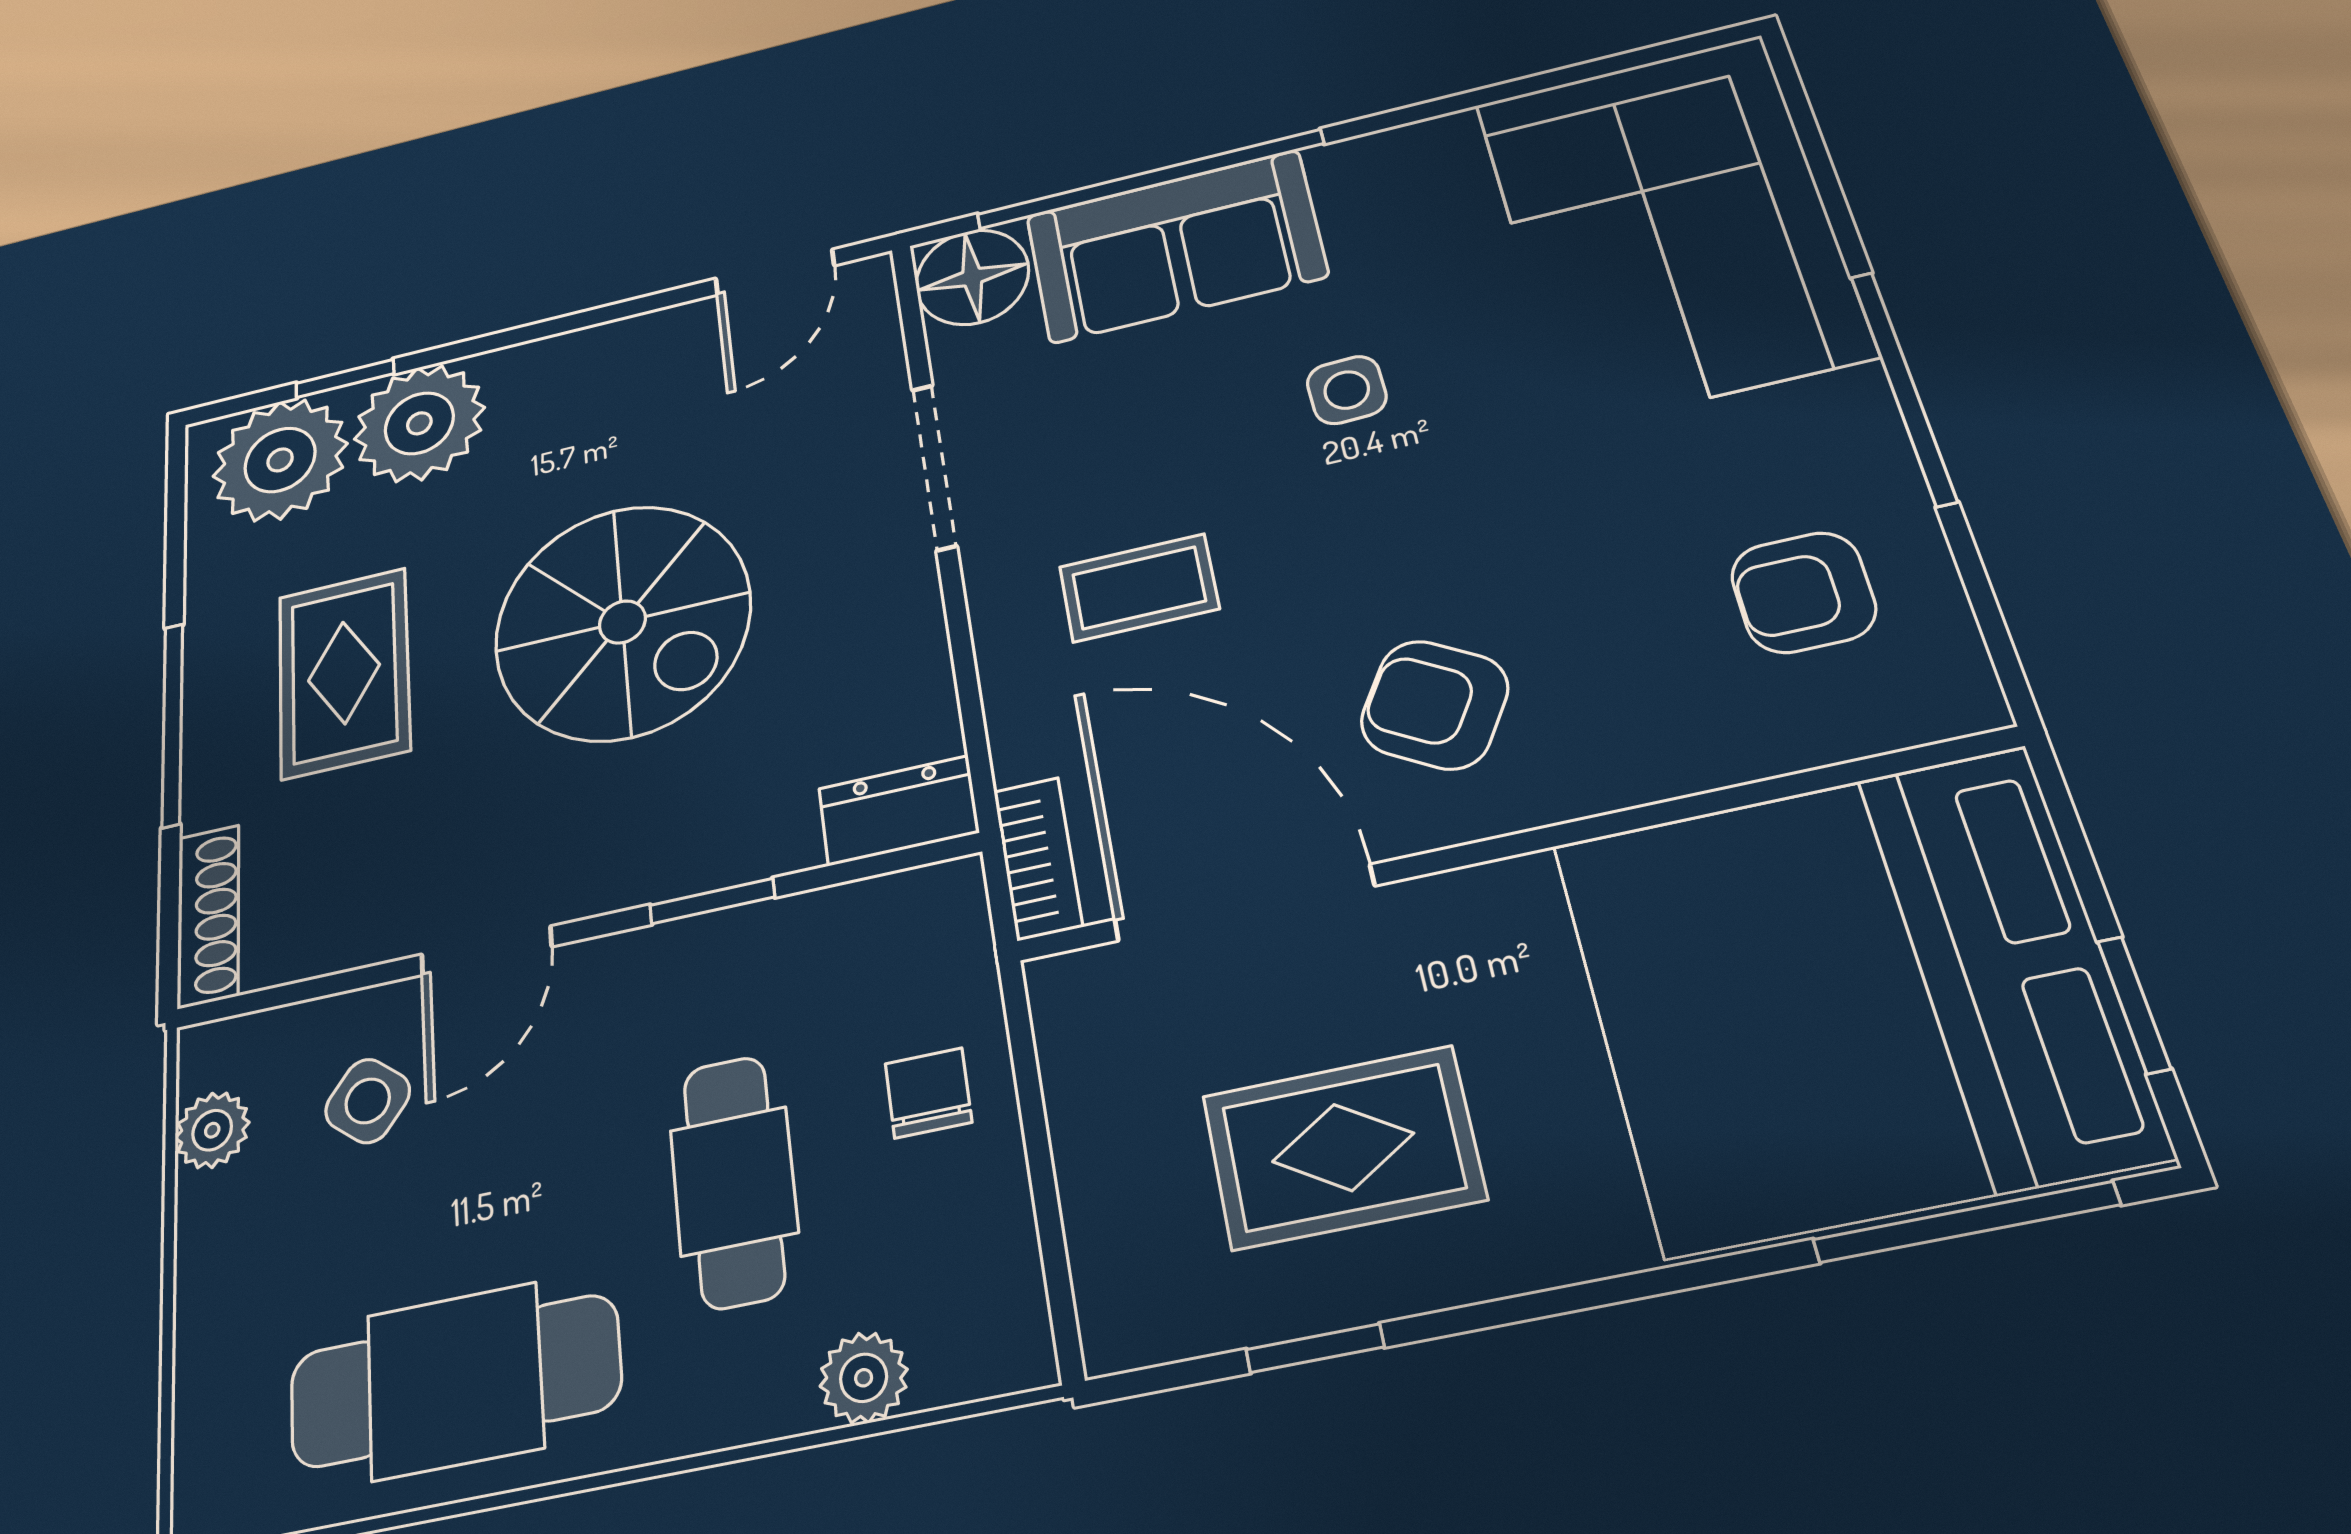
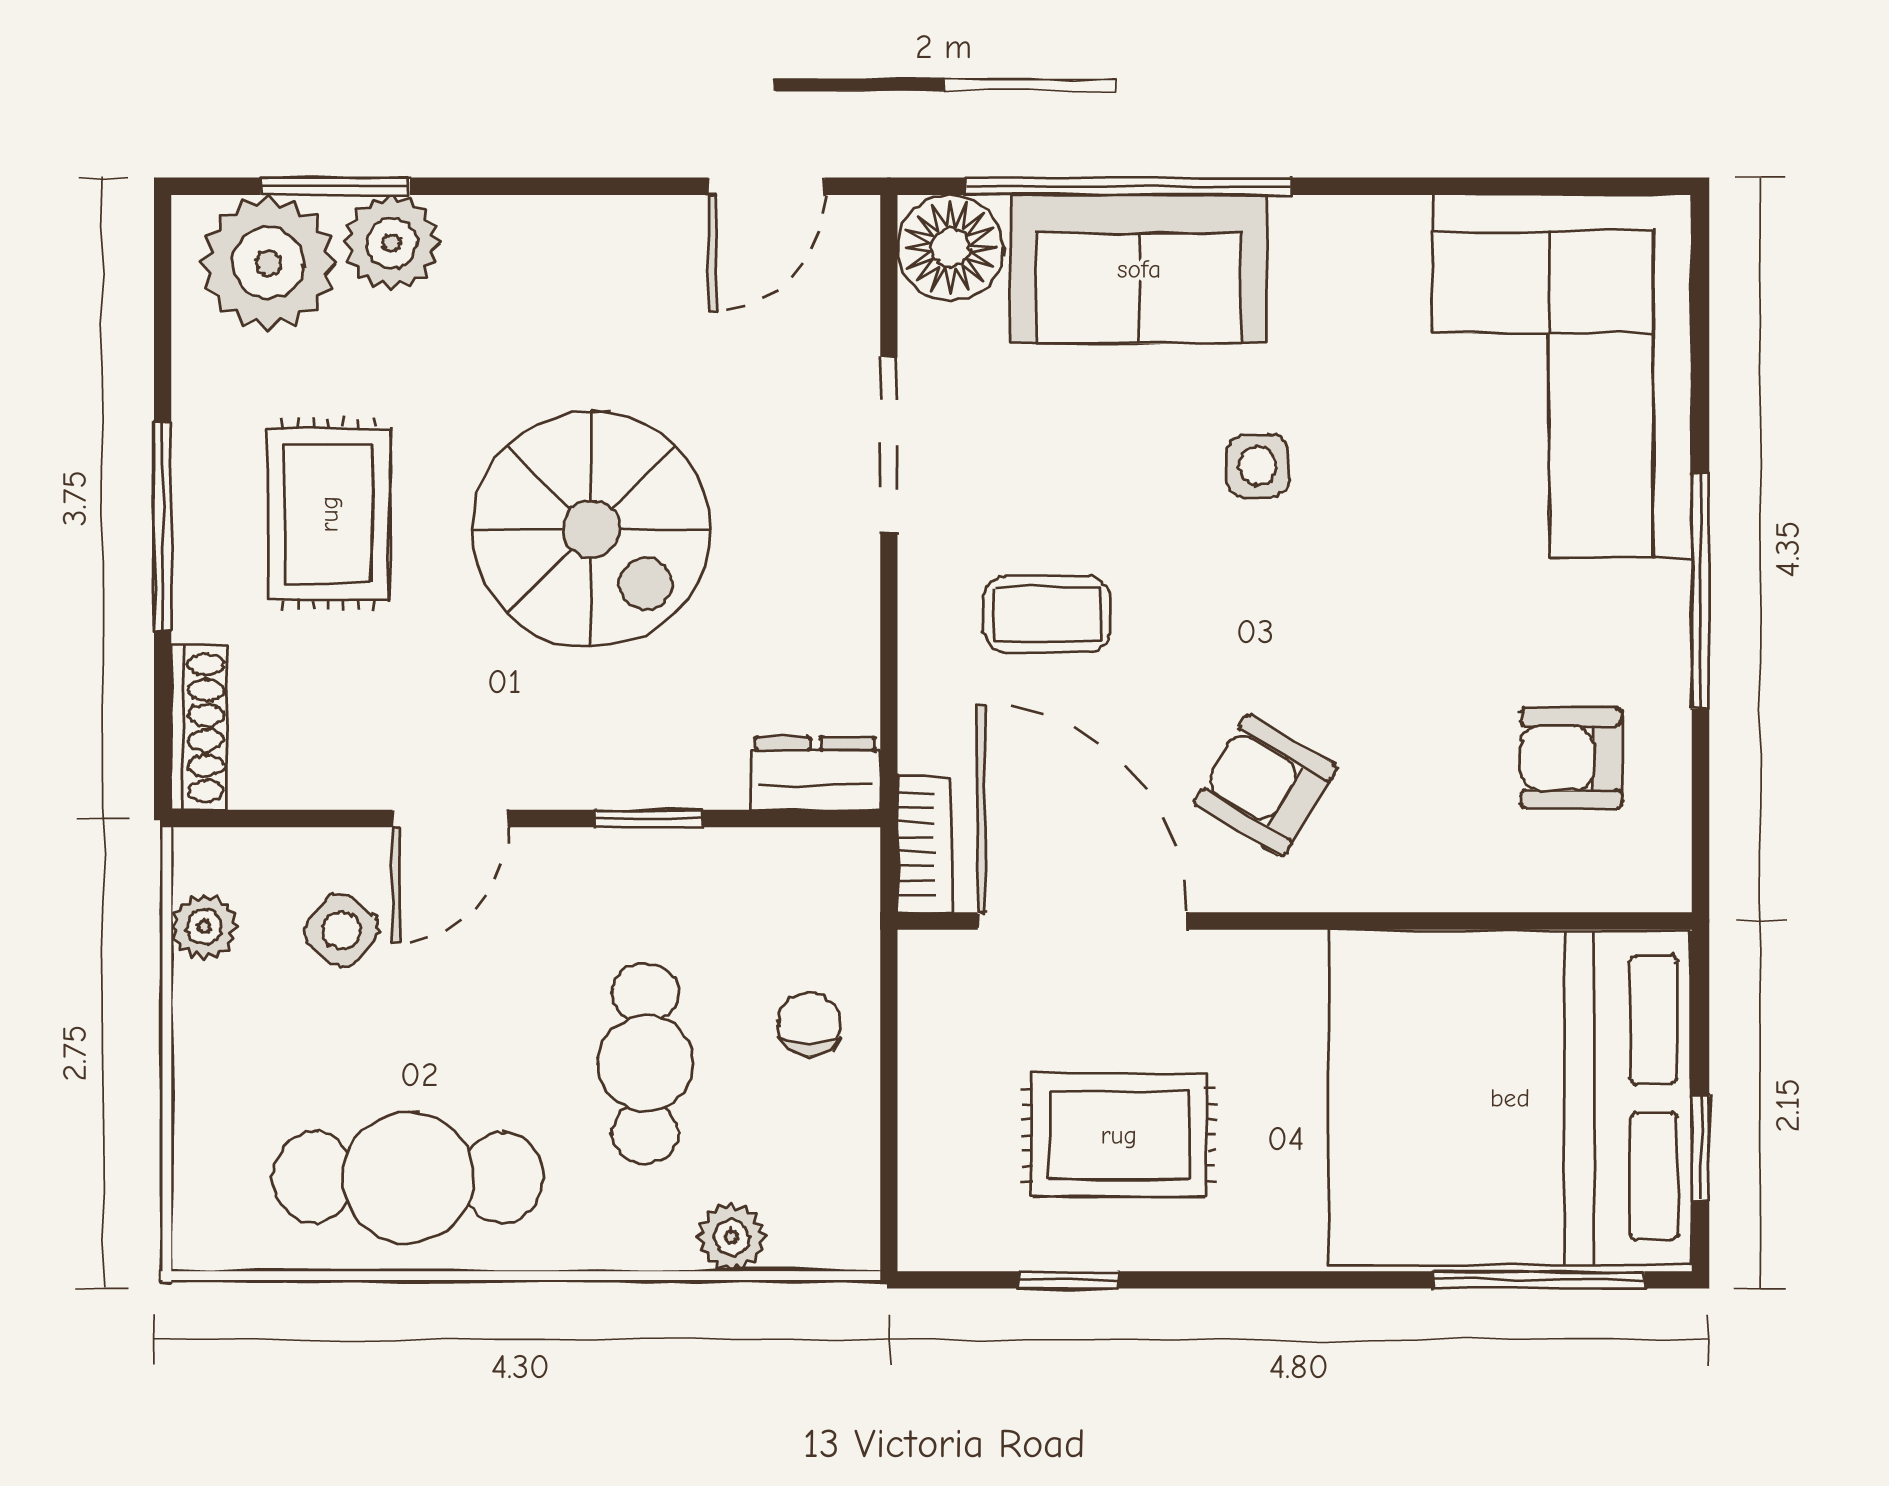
window: (345, 379) -> (335, 186), width x1.50
plant: (419, 423) -> (391, 243), width x0.73, depth x0.73

